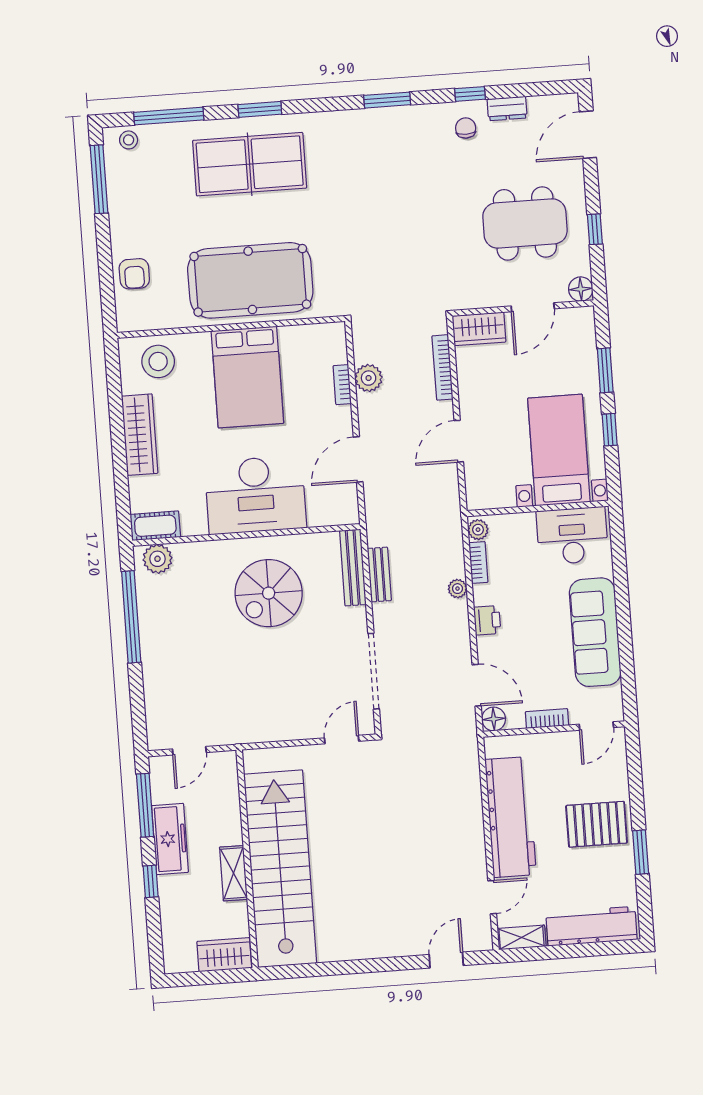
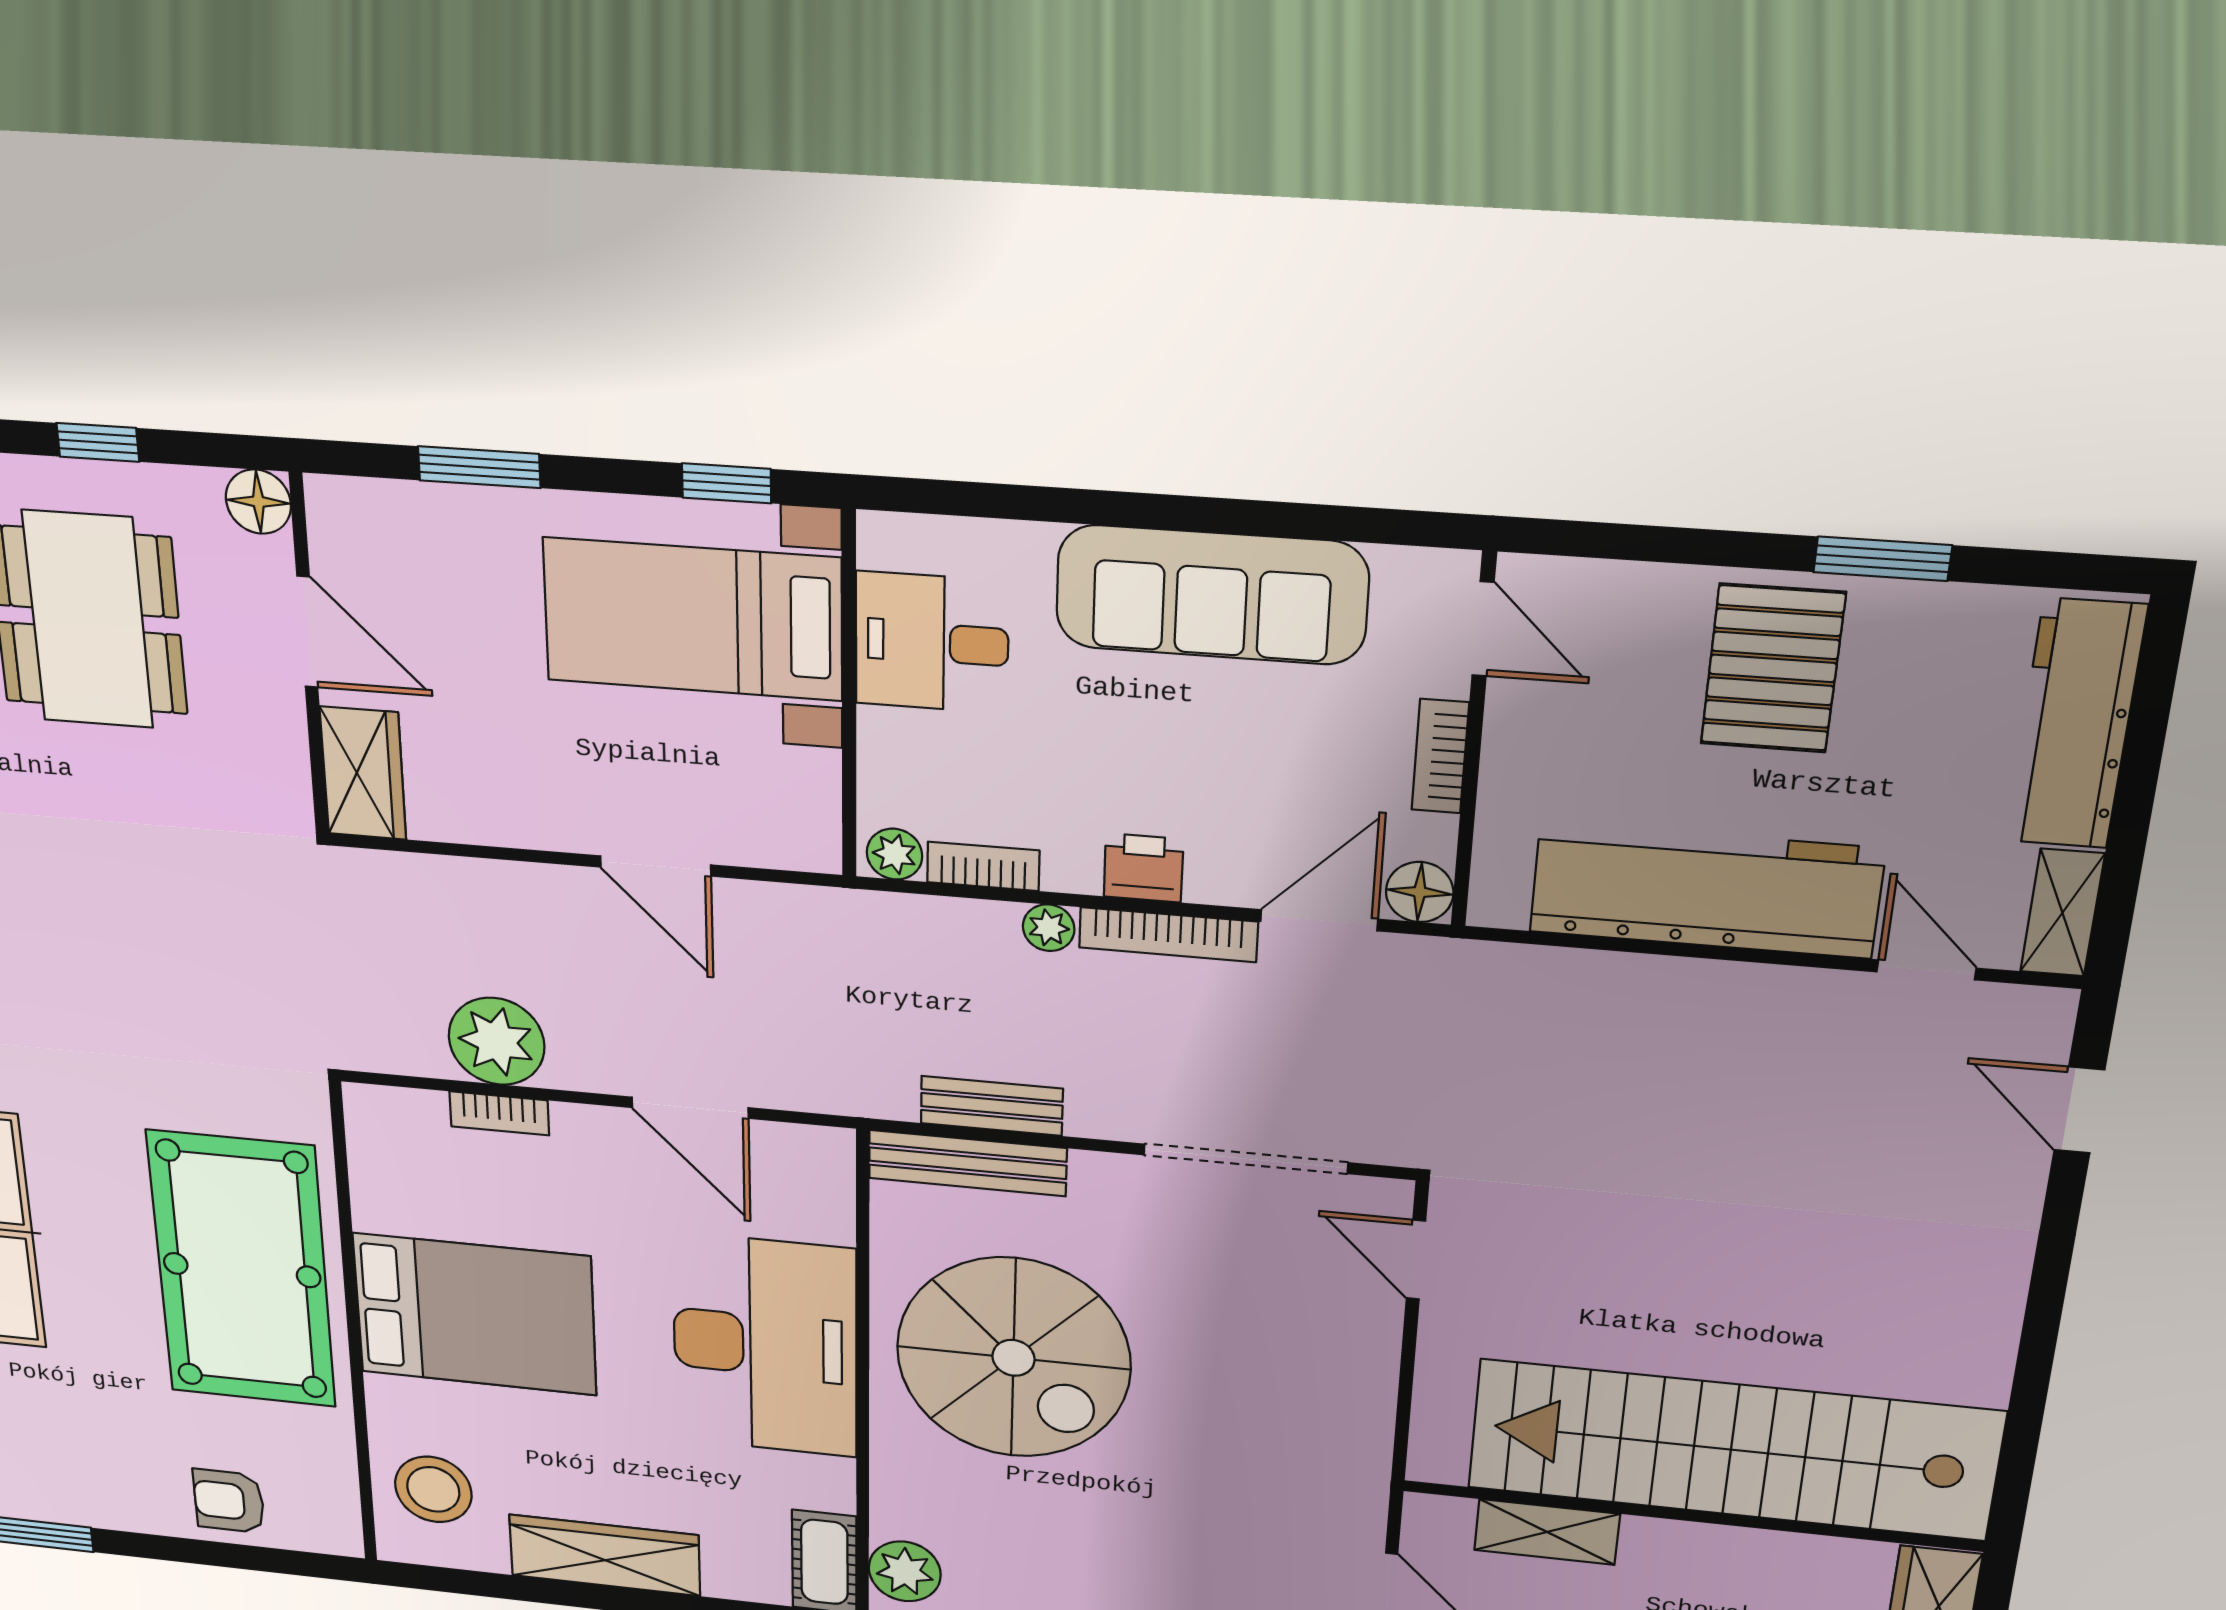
armchair: (134, 274) -> (229, 1501), turned 180
bookcase: (442, 367) -> (1168, 935), moved
plant: (369, 378) -> (497, 1041), width x1.36, depth x1.36
window: (610, 430) -> (727, 483), moved
desk: (572, 536) -> (932, 642), width x0.73
spiral stairs: (269, 593) -> (1013, 1358), width x1.37, depth x1.37
shelving: (234, 873) -> (1547, 1532), moved

